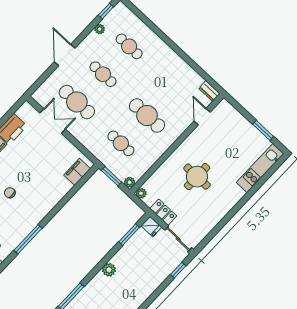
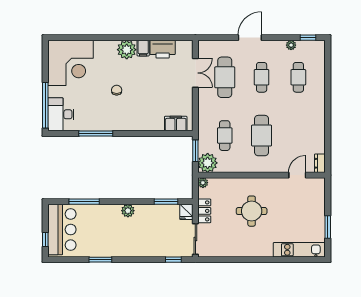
plant: (130, 182) -> (208, 163), width x1.88, depth x1.88

